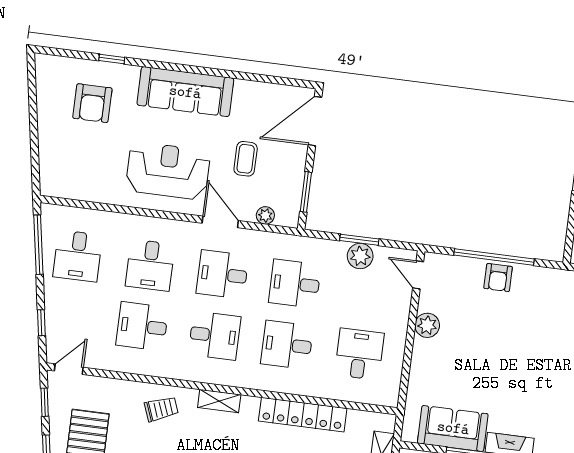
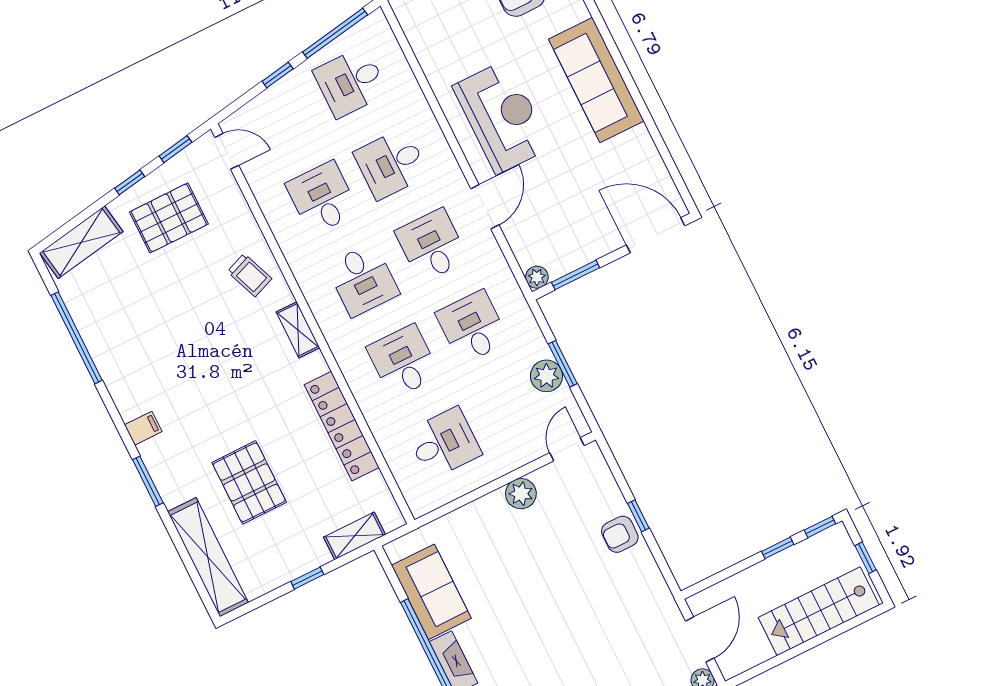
coffee table: (246, 159) -> (568, 189), removed
plant: (265, 215) -> (537, 277), moved
window: (494, 257) -> (638, 516), width x0.32
window: (41, 323) -> (278, 75), moved

